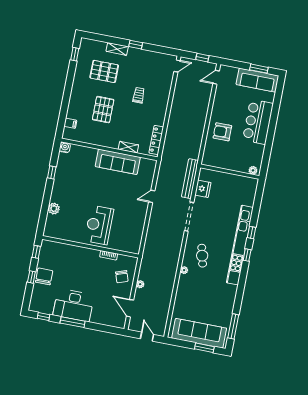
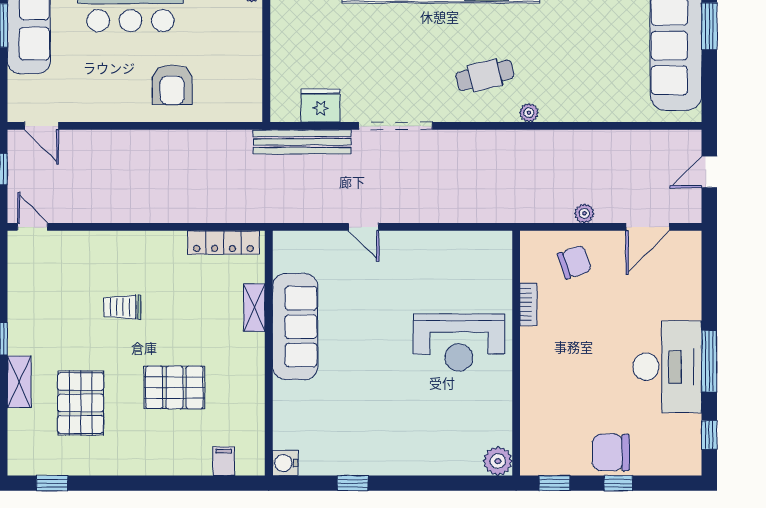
plant: (54, 209) -> (498, 461), moved

